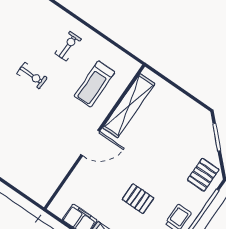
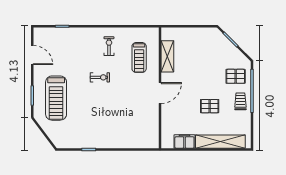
shelving: (129, 106) -> (167, 56), width x0.68
pallet: (203, 175) -> (236, 76), moved, turned 90

